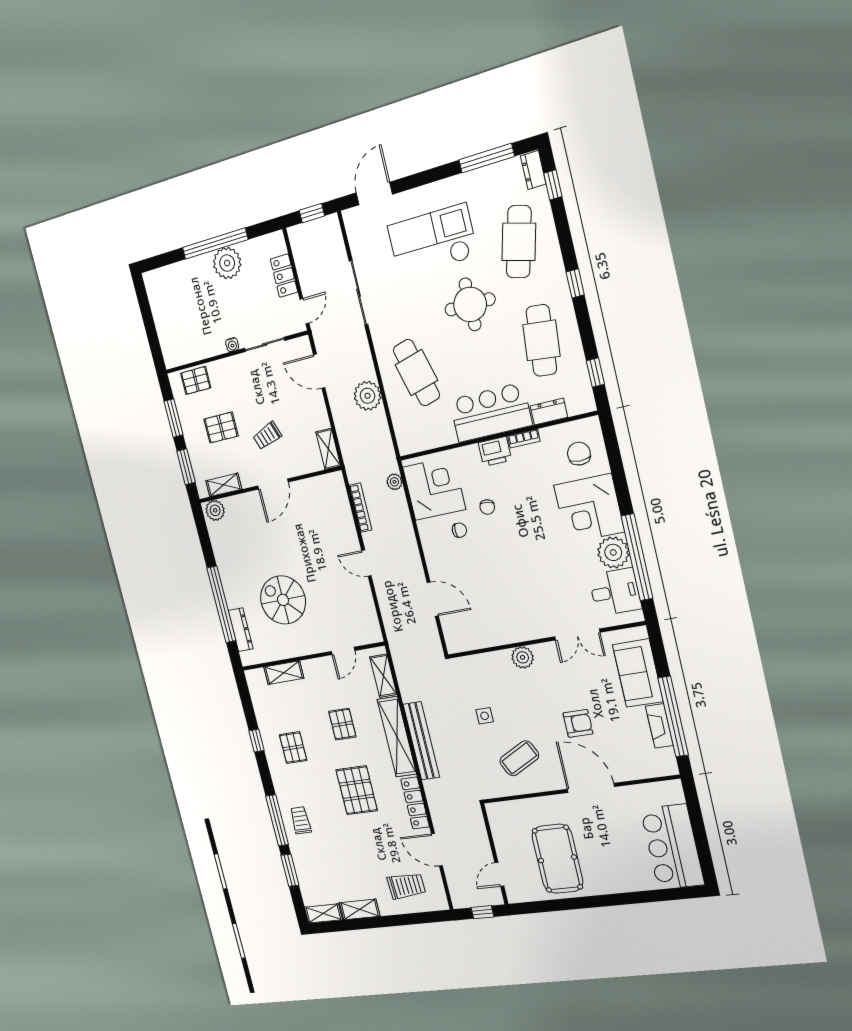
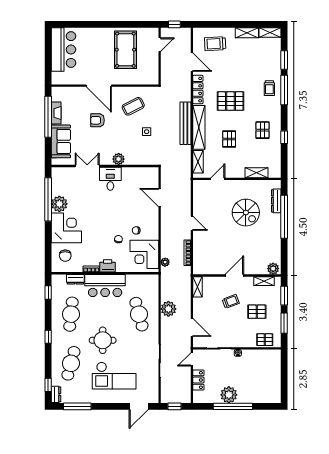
desk: (615, 592) -> (110, 179), moved, turned 90
pallet: (357, 790) -> (230, 101), turned 90

